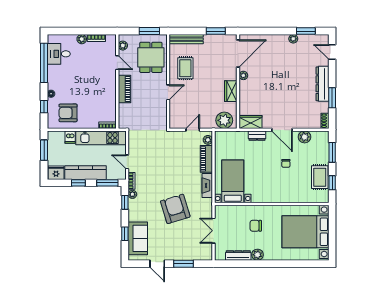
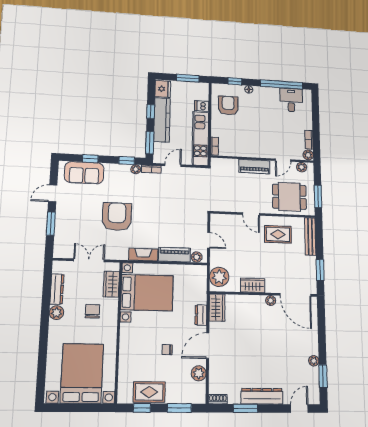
plant: (82, 39) -> (308, 155), moved
bed with nightstands: (233, 181) -> (147, 293), width x1.36
armchair: (175, 209) -> (117, 217), turned -73
wardrobe: (233, 211) -> (111, 284), added

